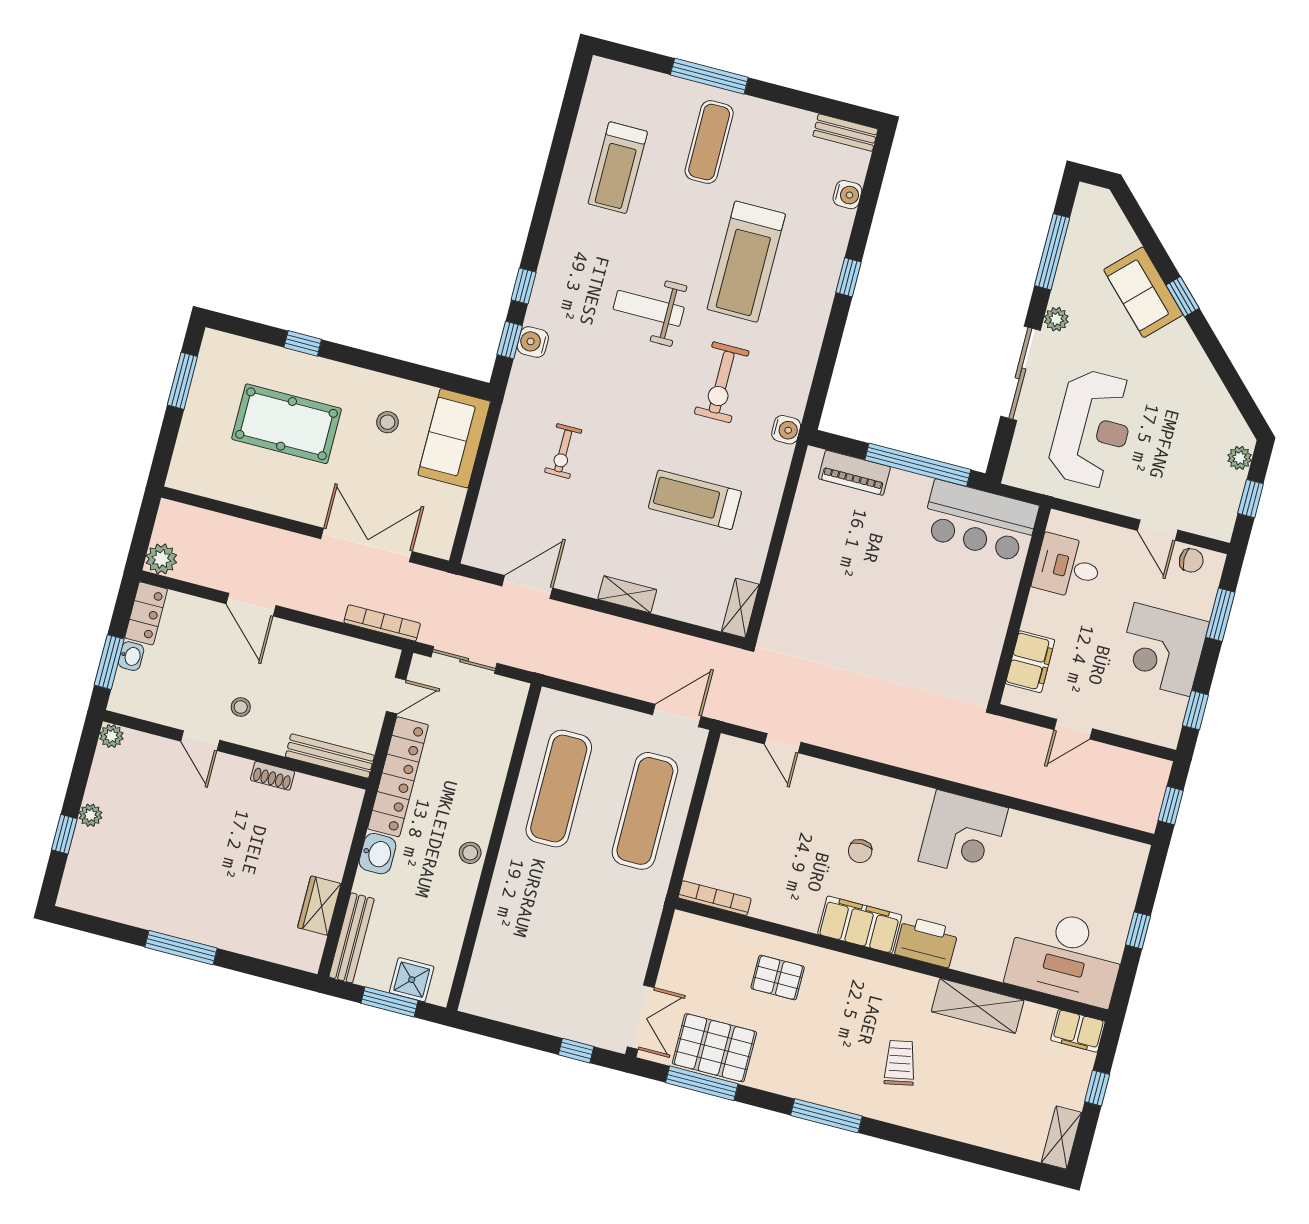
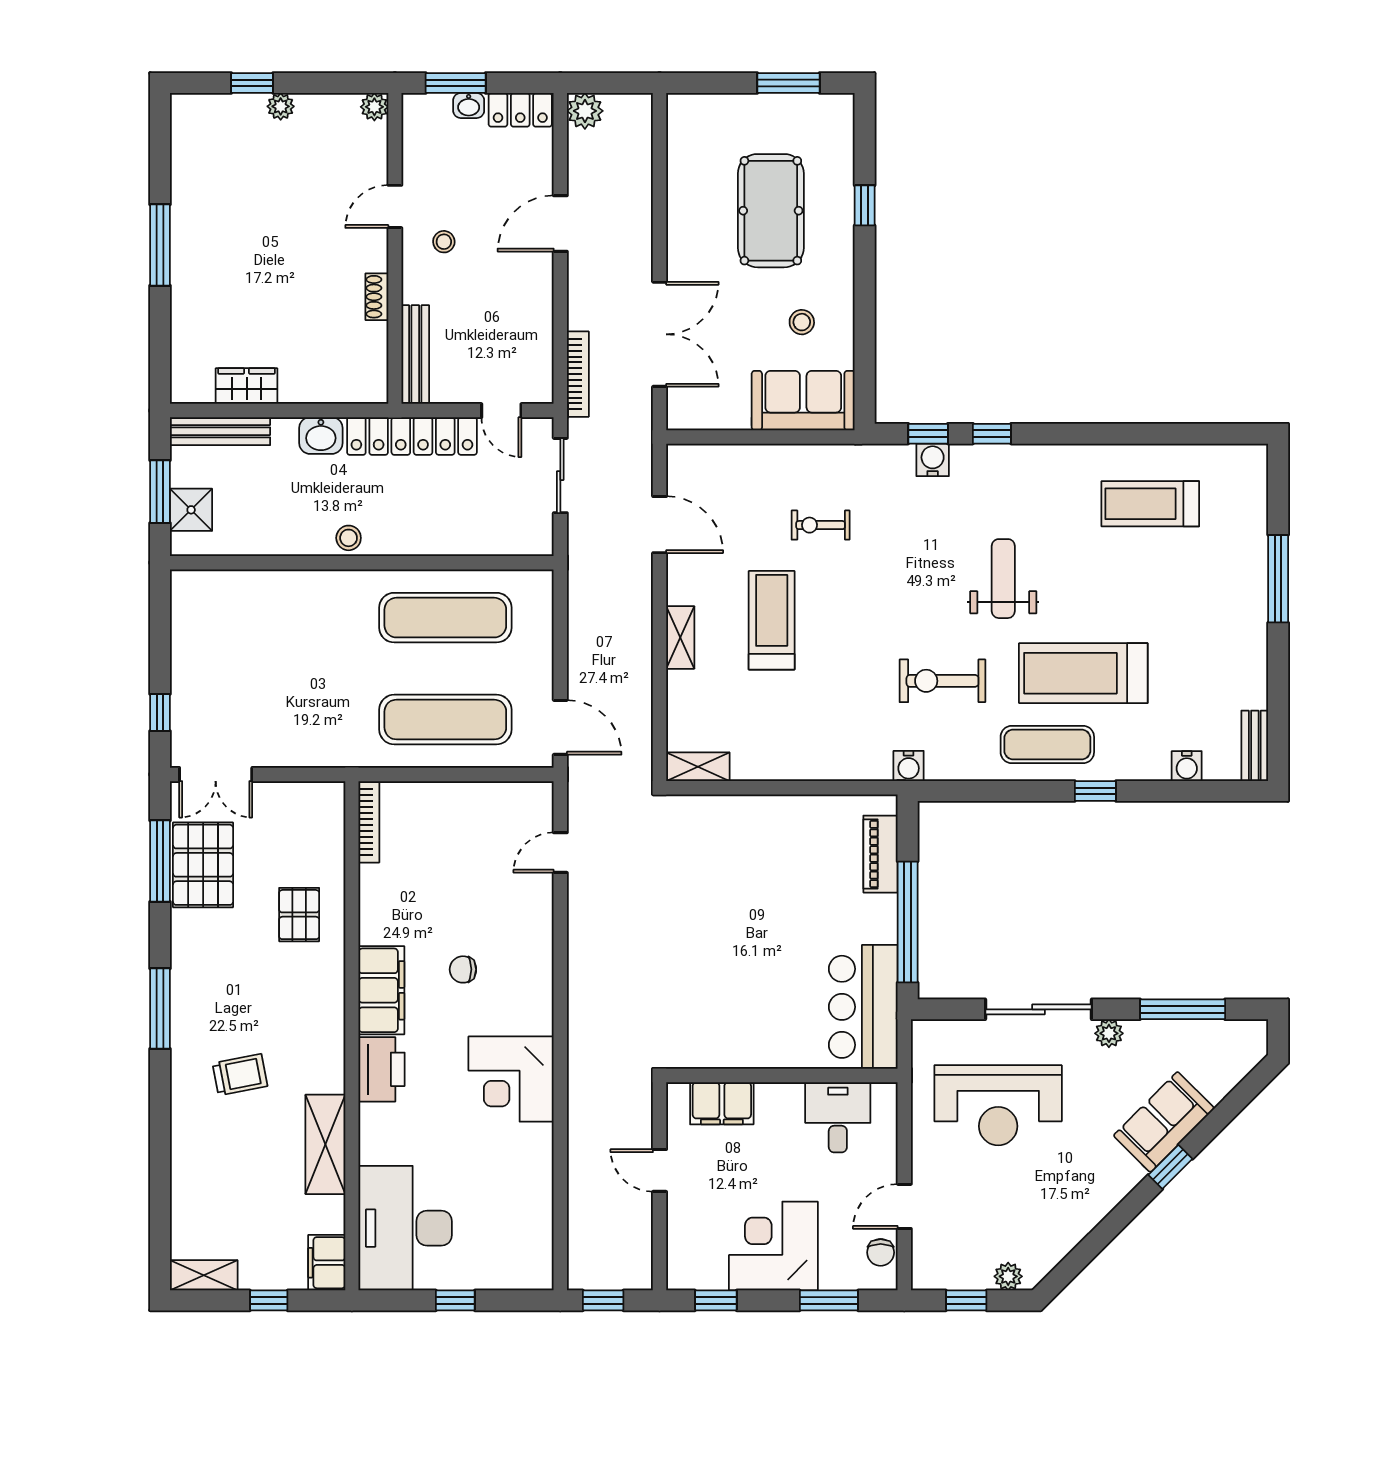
exercise mat: (709, 142) -> (1047, 744), moved
treadmill: (695, 500) -> (772, 620), moved

